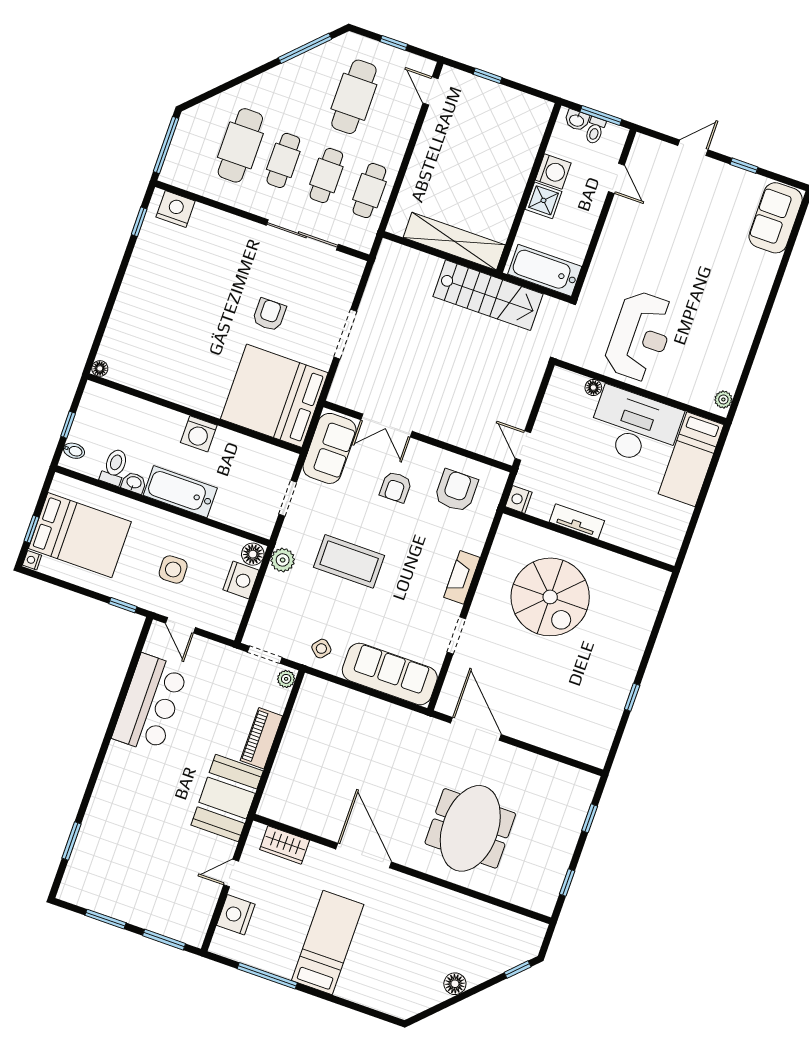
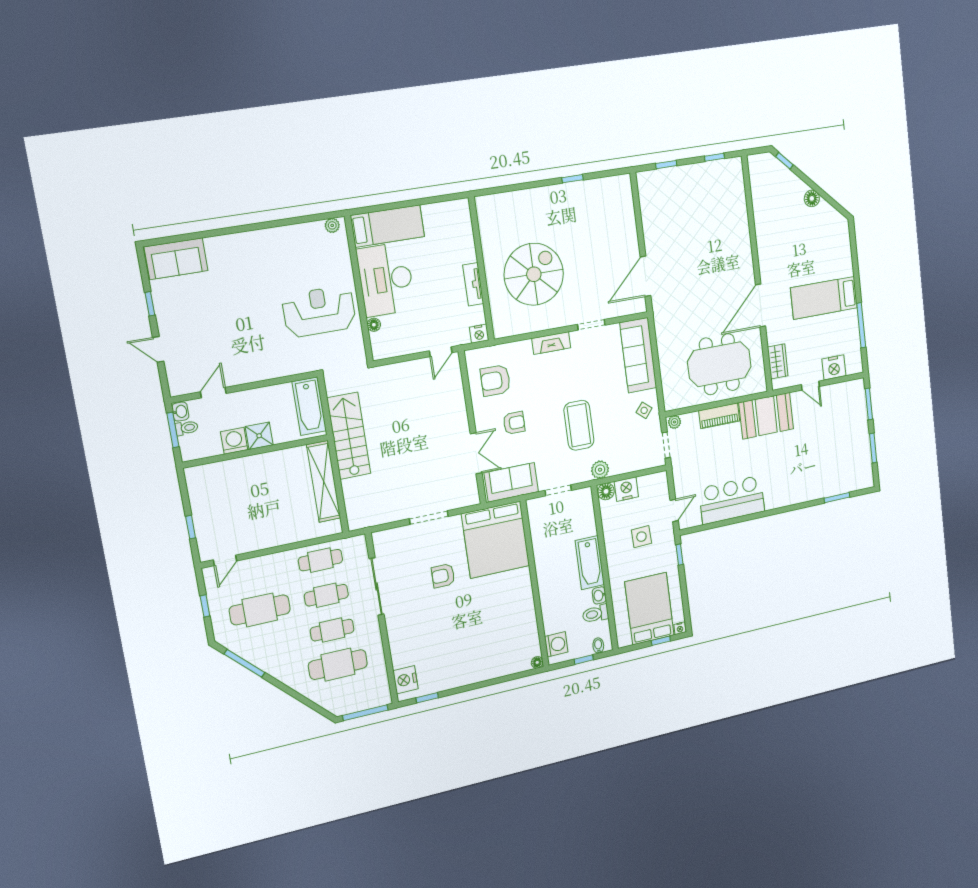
washbasin: (577, 120) -> (180, 412), moved
washing machine: (199, 434) -> (556, 644), moved
meeting table: (470, 828) -> (719, 364), moved

